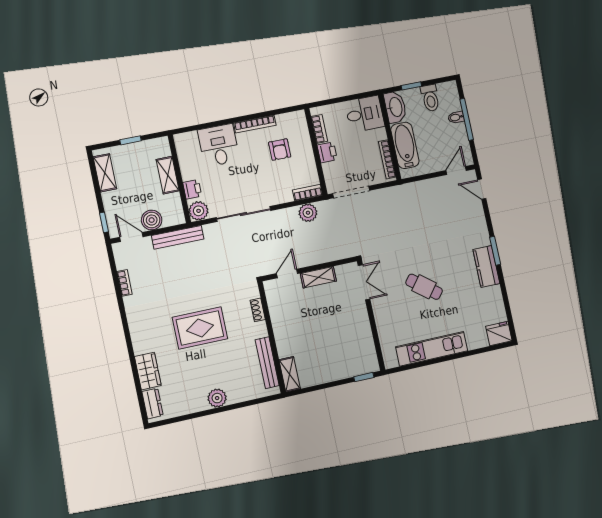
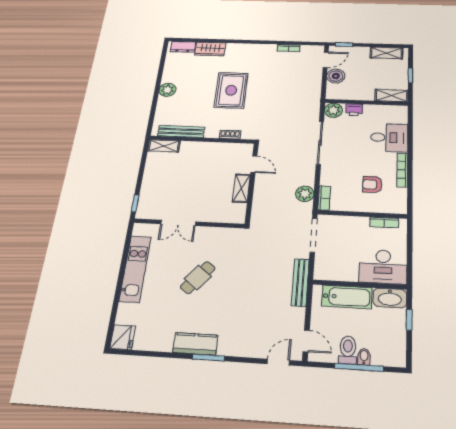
toilet: (430, 98) -> (348, 350), moved, turned 90
desk: (365, 114) -> (383, 267), width x1.37
printer: (327, 152) -> (359, 224), removed
bookcase: (387, 159) -> (337, 276), removed
shelving: (168, 175) -> (392, 96), moved
bench: (178, 237) -> (300, 282), moved
double door: (364, 282) -> (178, 223), moved

